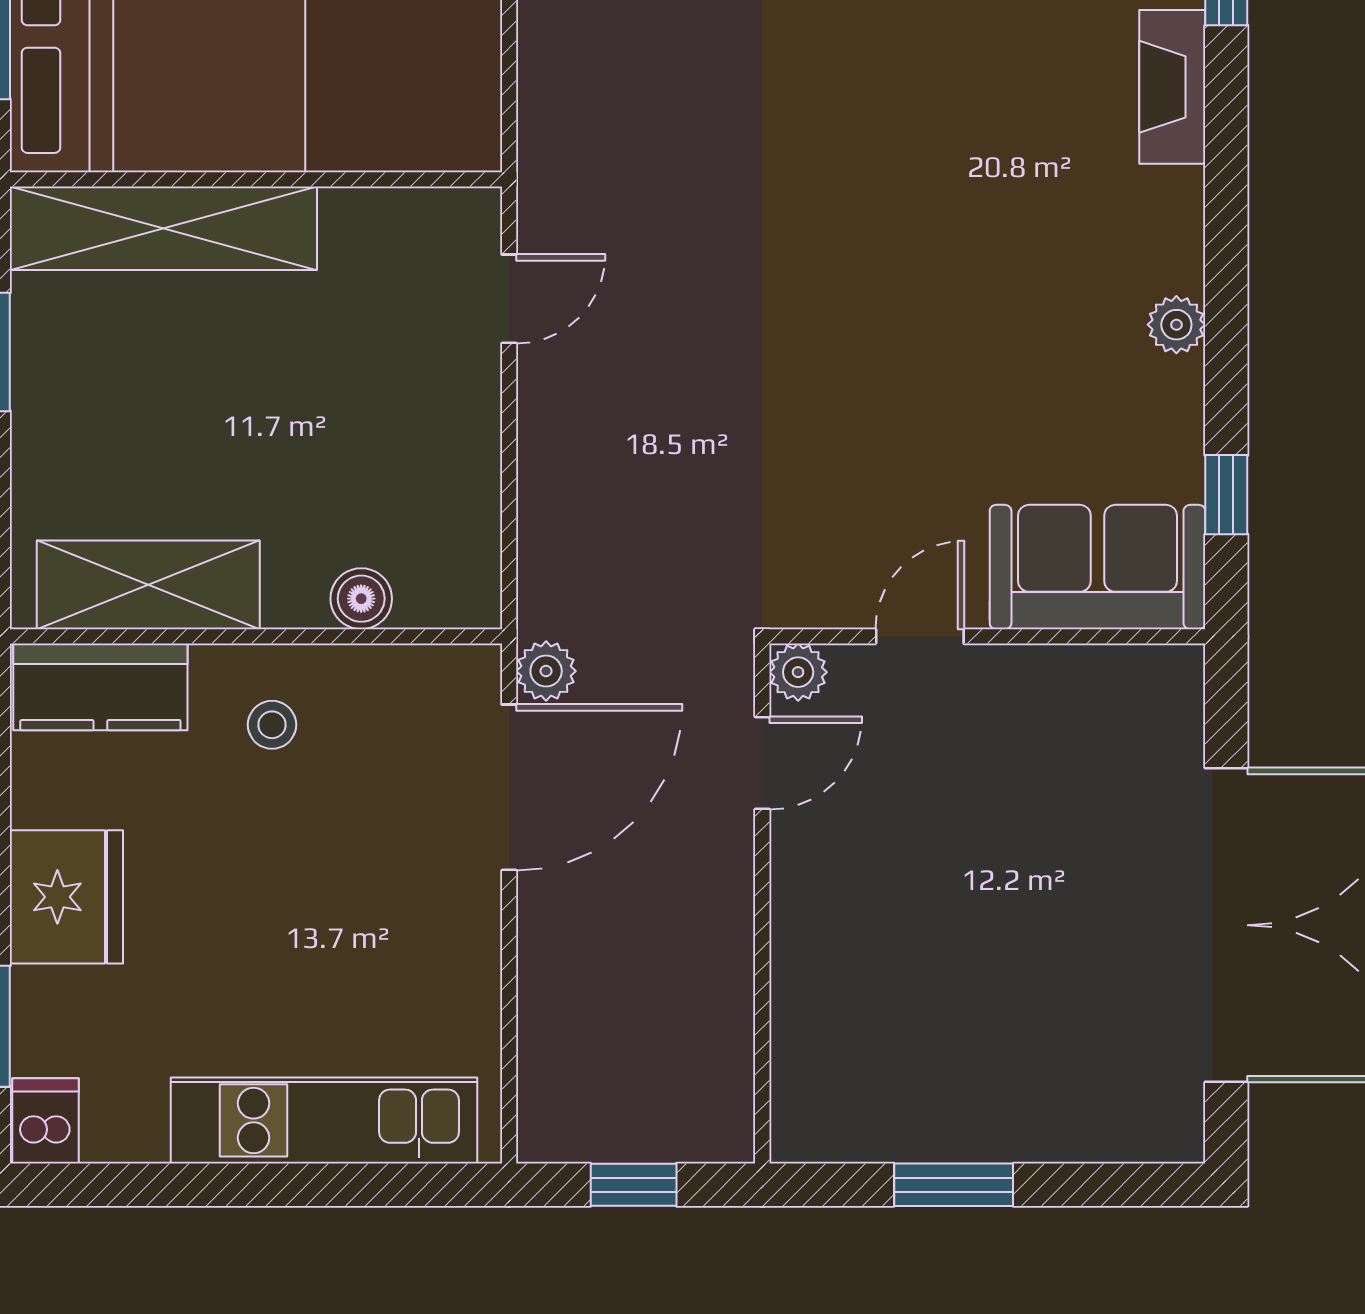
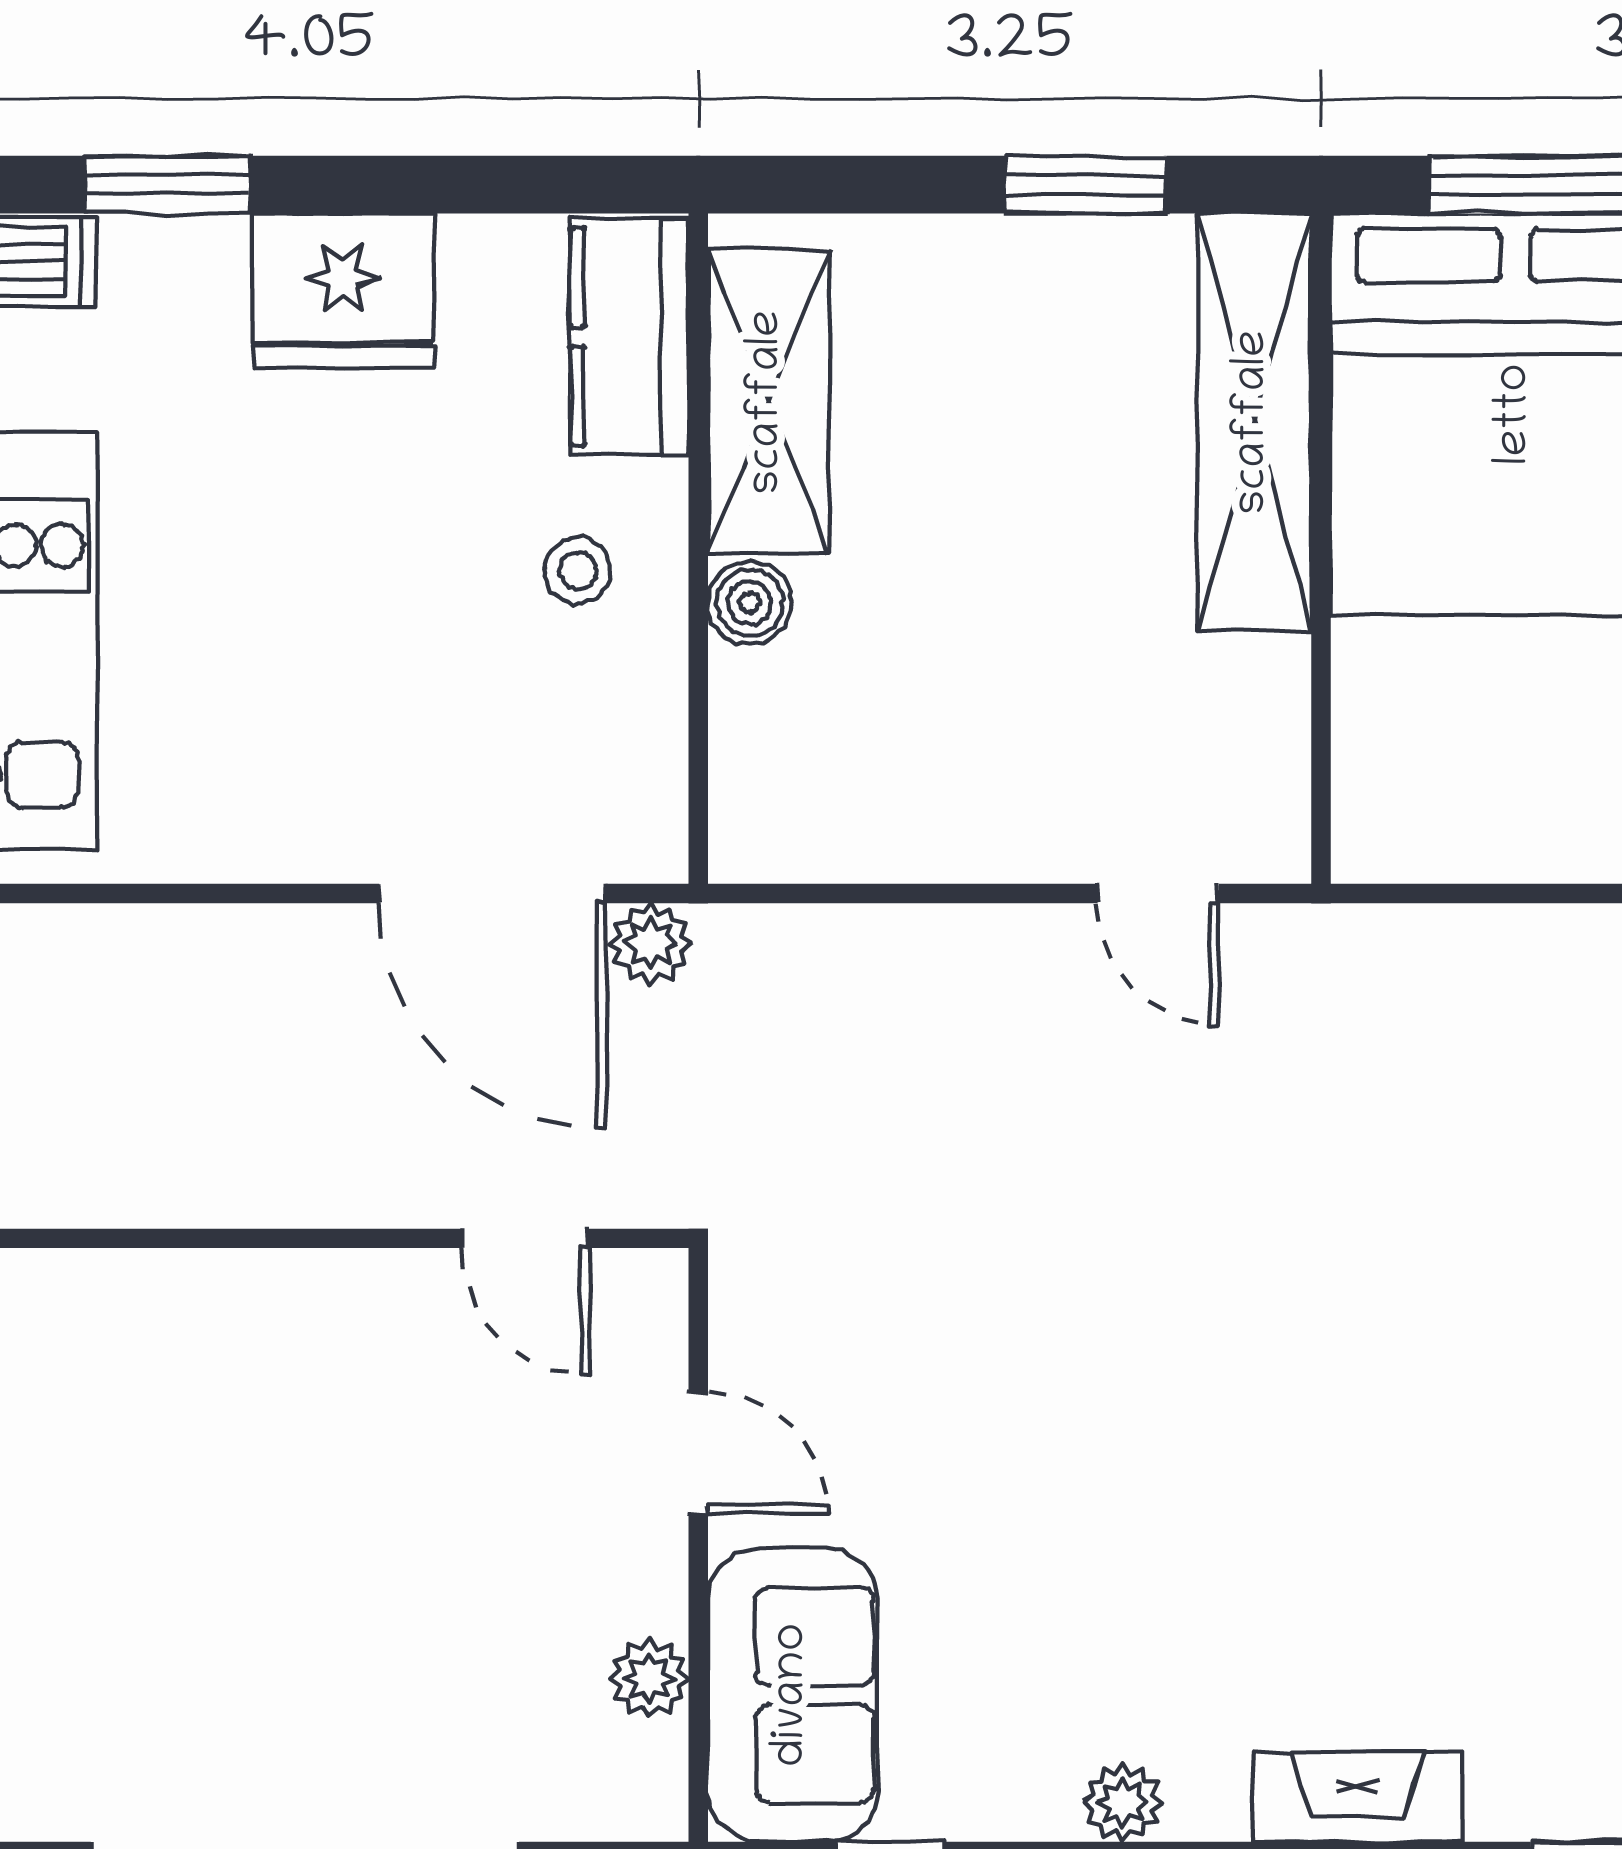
fireplace: (1172, 87) -> (1358, 1797), moved
boiler: (361, 599) -> (750, 603), moved
plant: (798, 672) -> (649, 1678), moved

